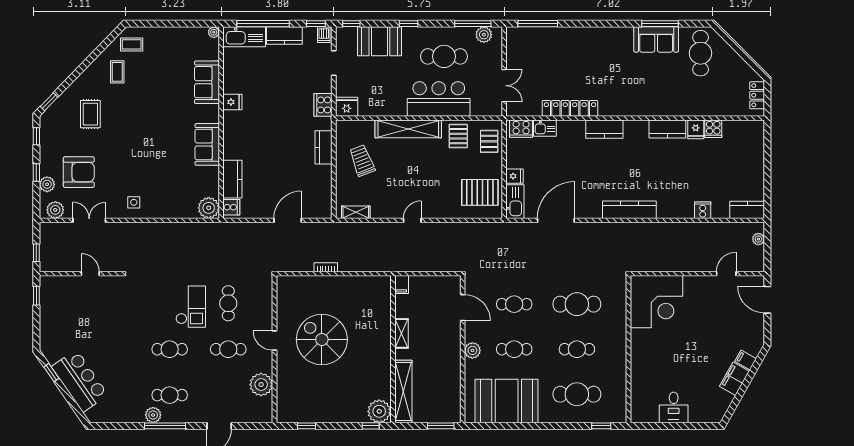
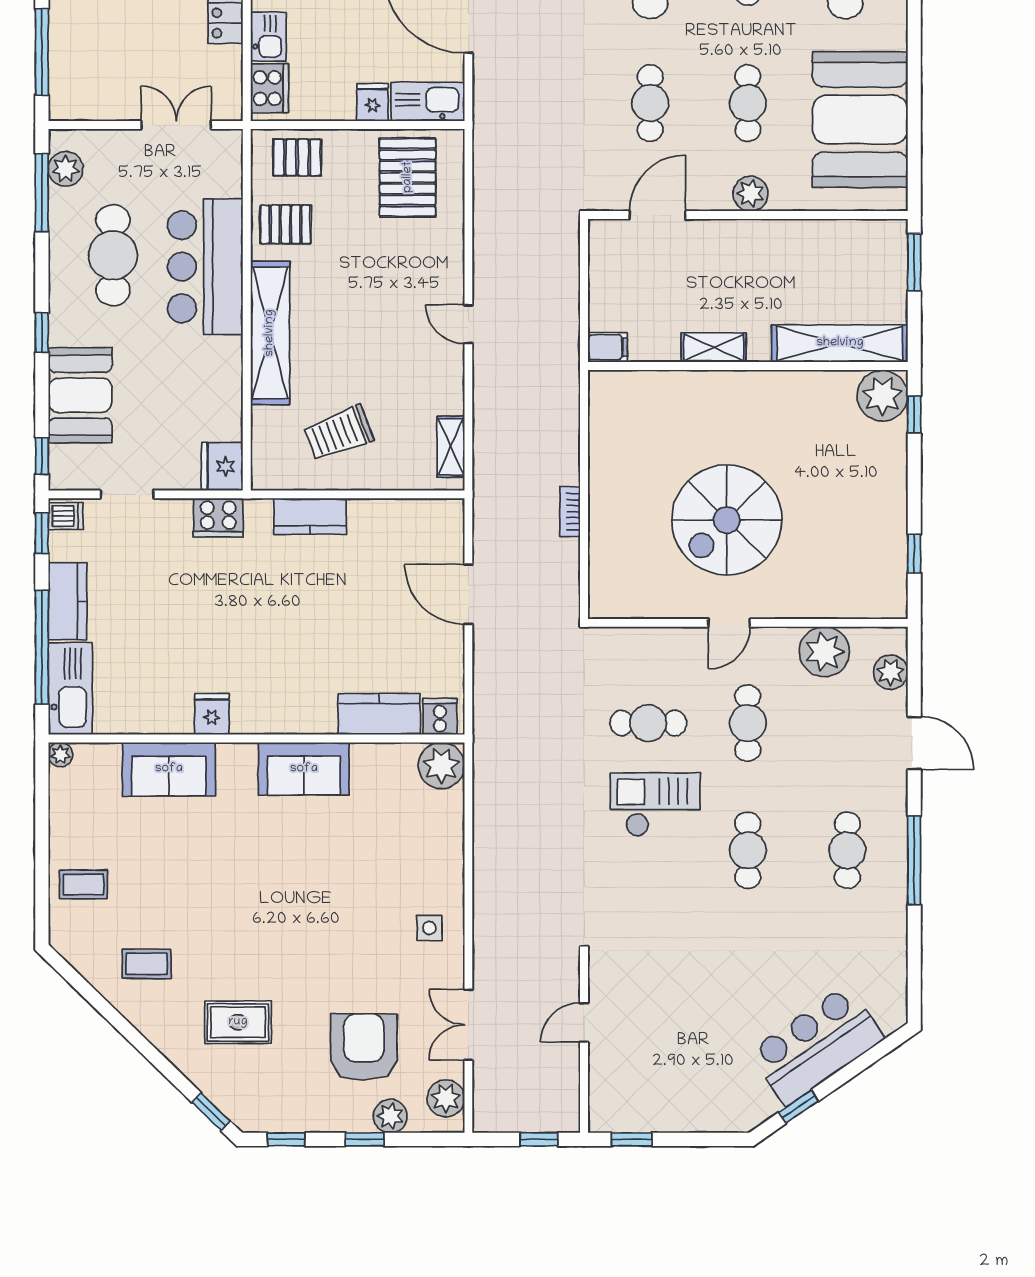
coffee table: (132, 44) -> (83, 884), moved, turned 90
plant: (153, 415) -> (890, 672), moved

